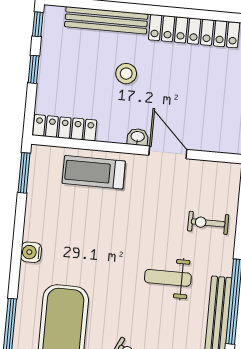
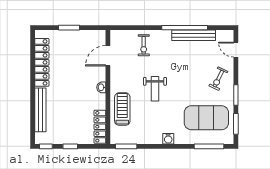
stool: (126, 74) -> (68, 97), removed
door: (168, 152) -> (108, 56), moved
treadmill: (94, 172) -> (122, 109), turned 180
weight bench: (168, 278) -> (155, 89), moved

